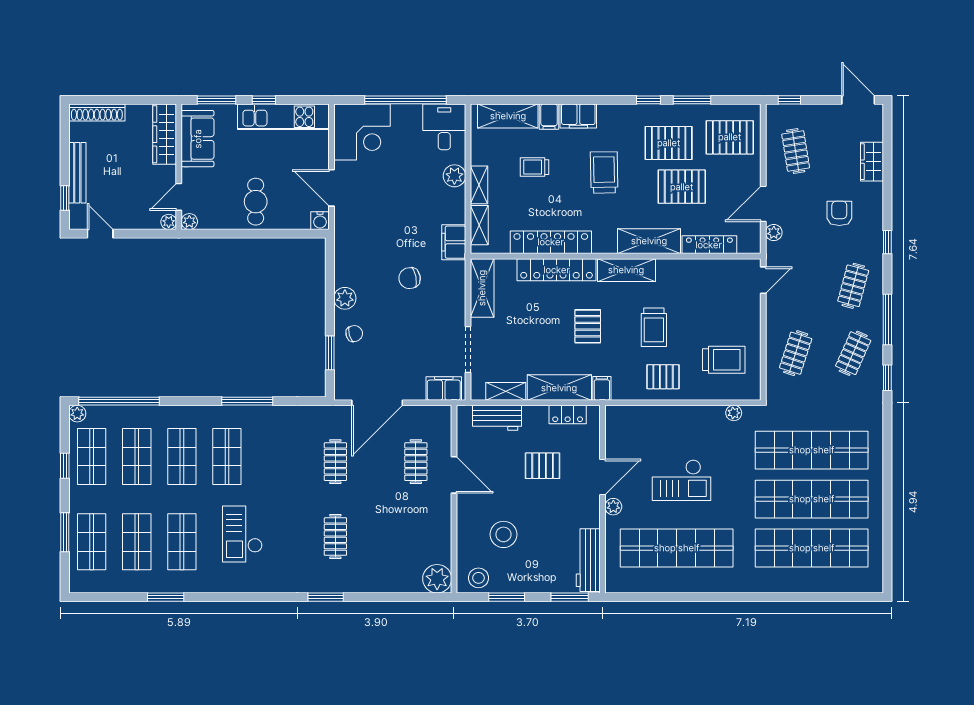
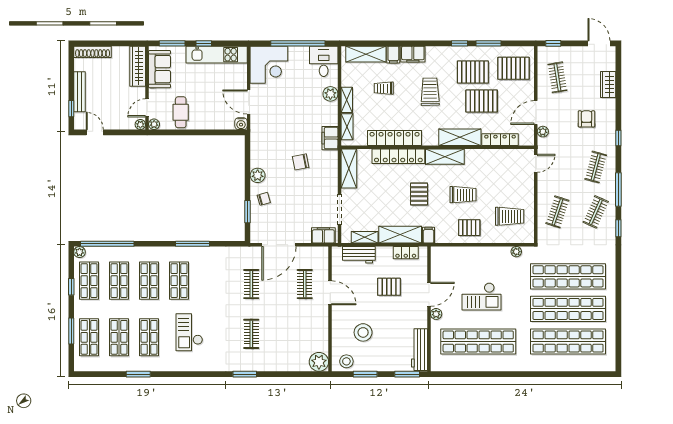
cafe table: (256, 202) -> (181, 112), moved
trolley: (654, 327) -> (463, 195), turned -90

